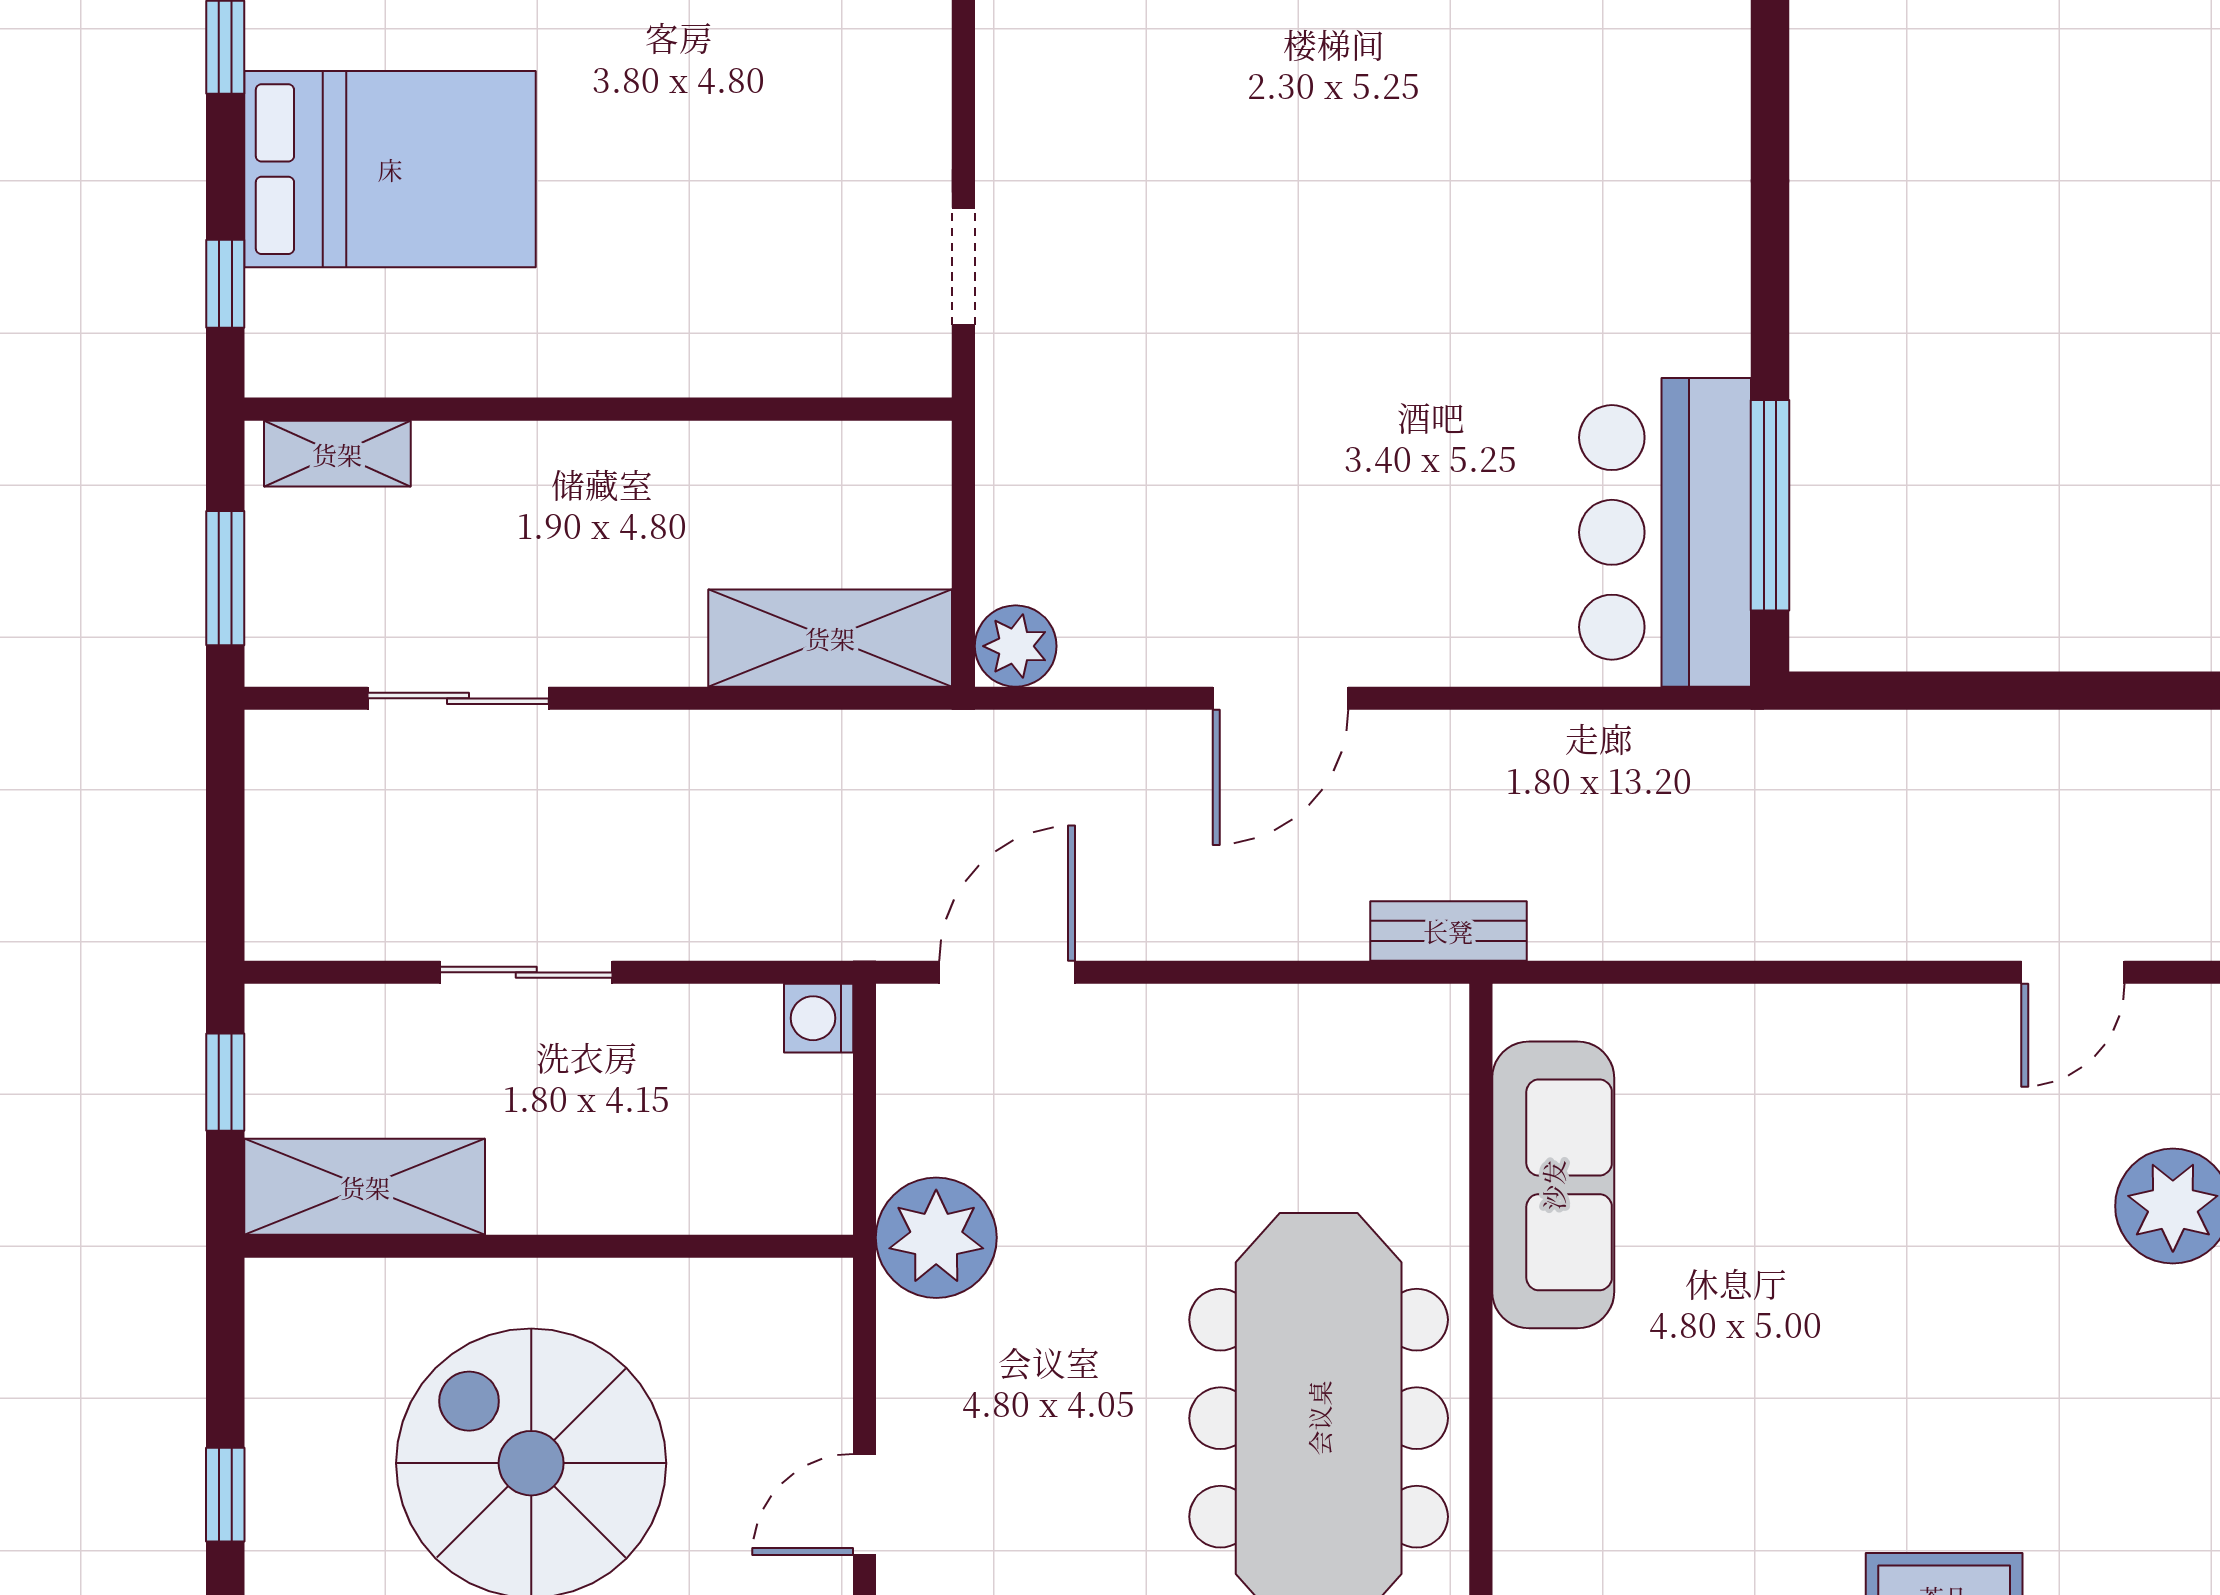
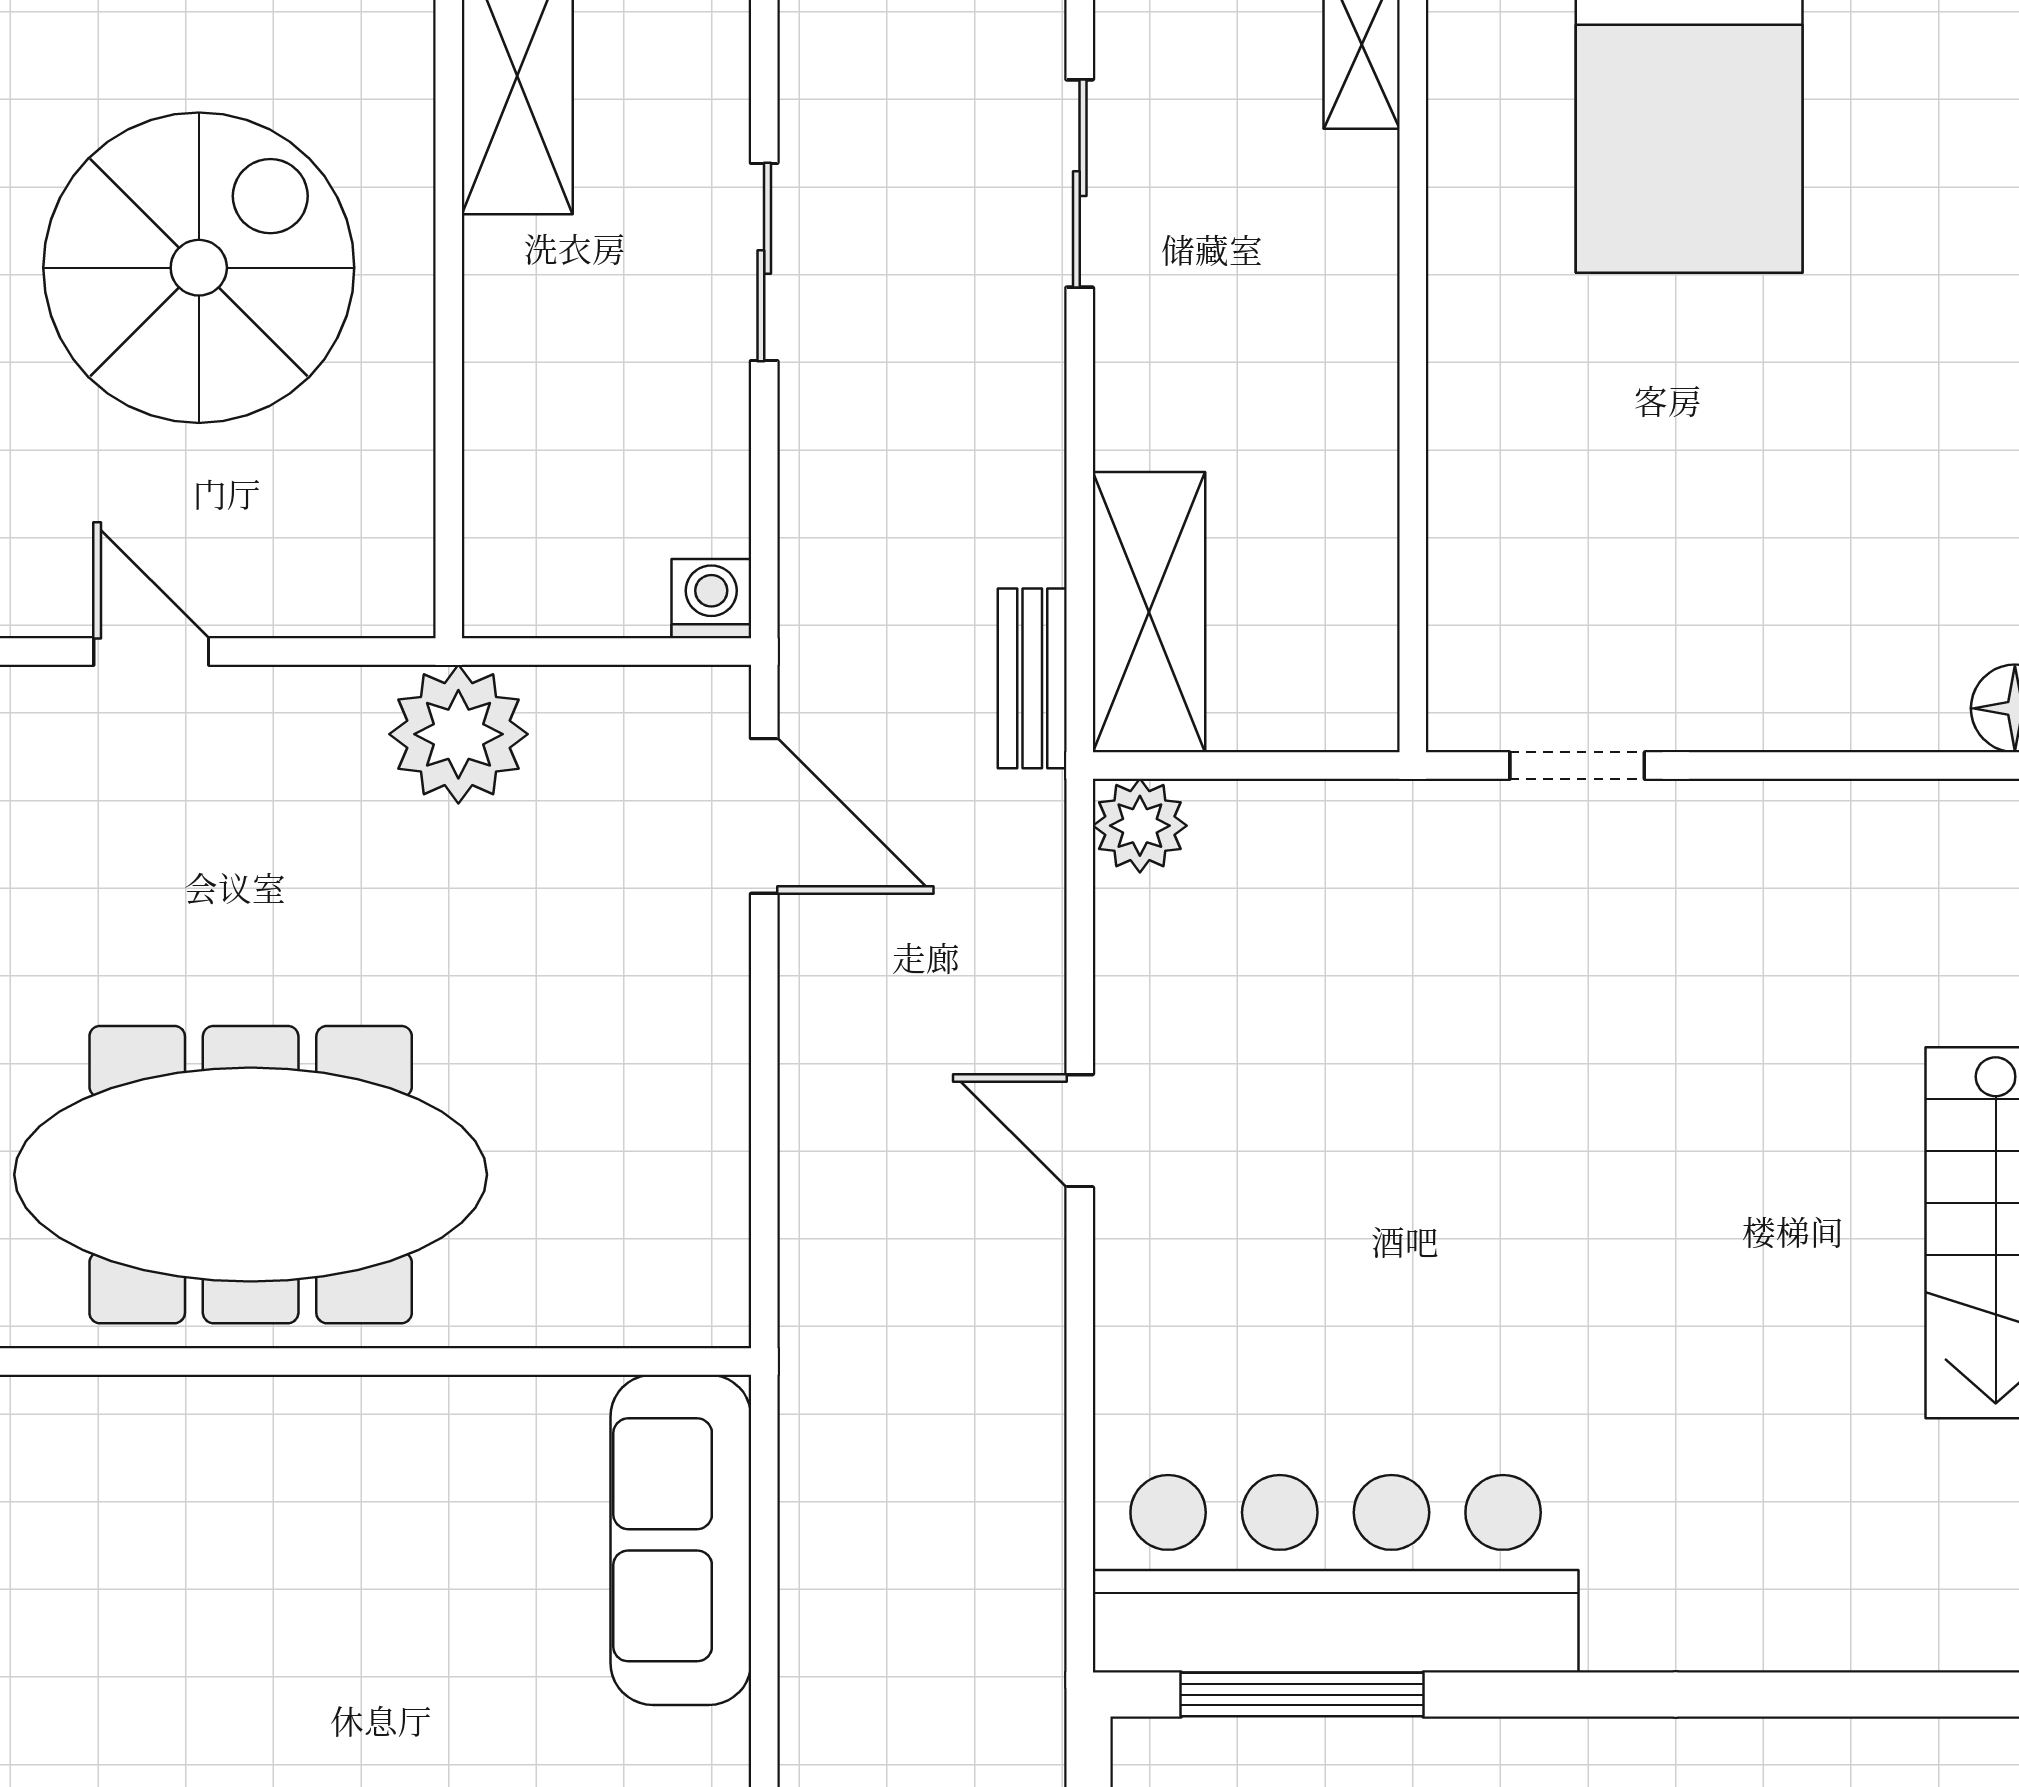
bar counter: (1665, 532) -> (1336, 1574), width x1.36
door: (1280, 698) -> (1080, 1131), width x0.73
bench: (1448, 931) -> (1032, 678), moved
sofa: (1553, 1185) -> (681, 1540), moved, turned 90

